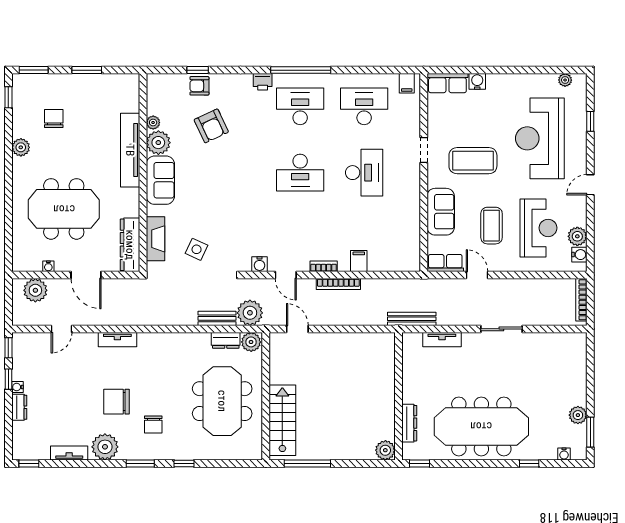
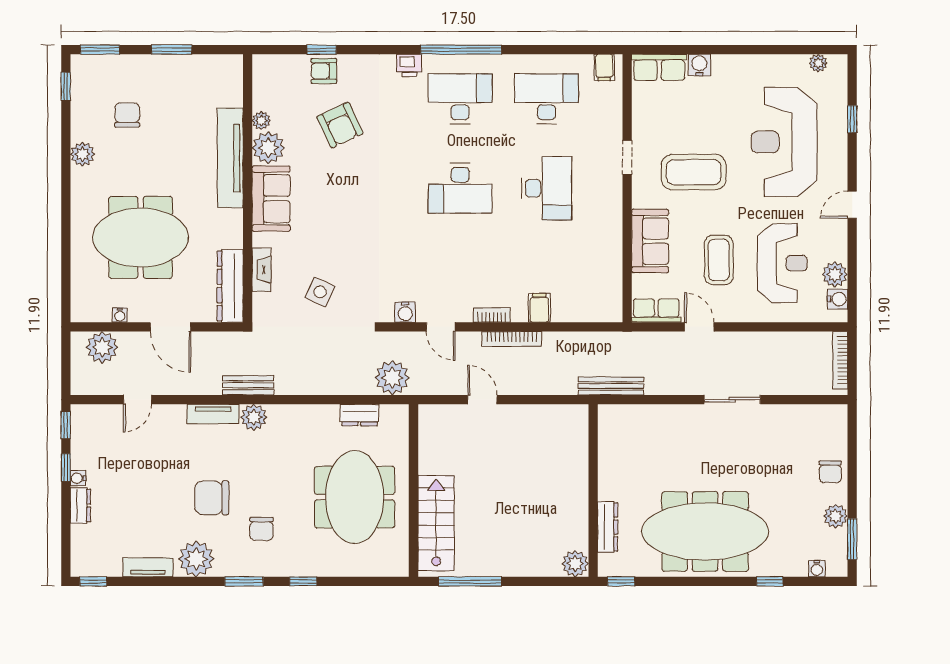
fireplace: (155, 239) -> (261, 270), width x0.73, depth x0.76
bench: (217, 318) -> (248, 385), moved
door: (297, 329) -> (482, 400), moved
tv unit: (442, 340) -> (652, 414), removed
plant: (251, 342) -> (254, 417), moved
chair: (574, 382) -> (830, 472), added

